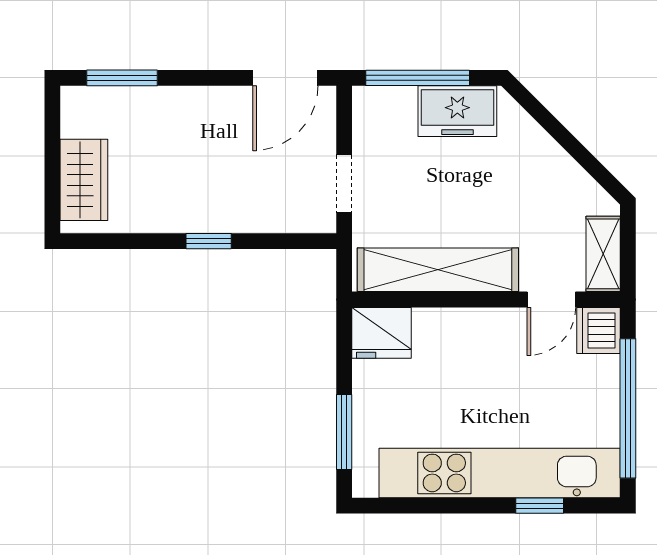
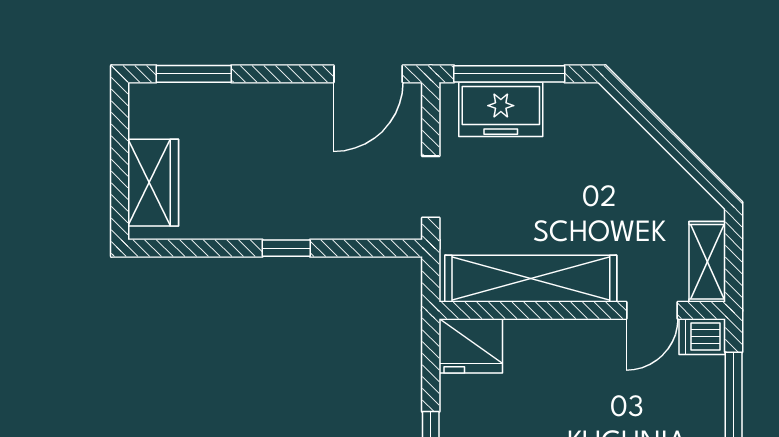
freezer: (457, 111) -> (501, 109), moved
dishwasher: (598, 330) -> (702, 337), width x0.73

